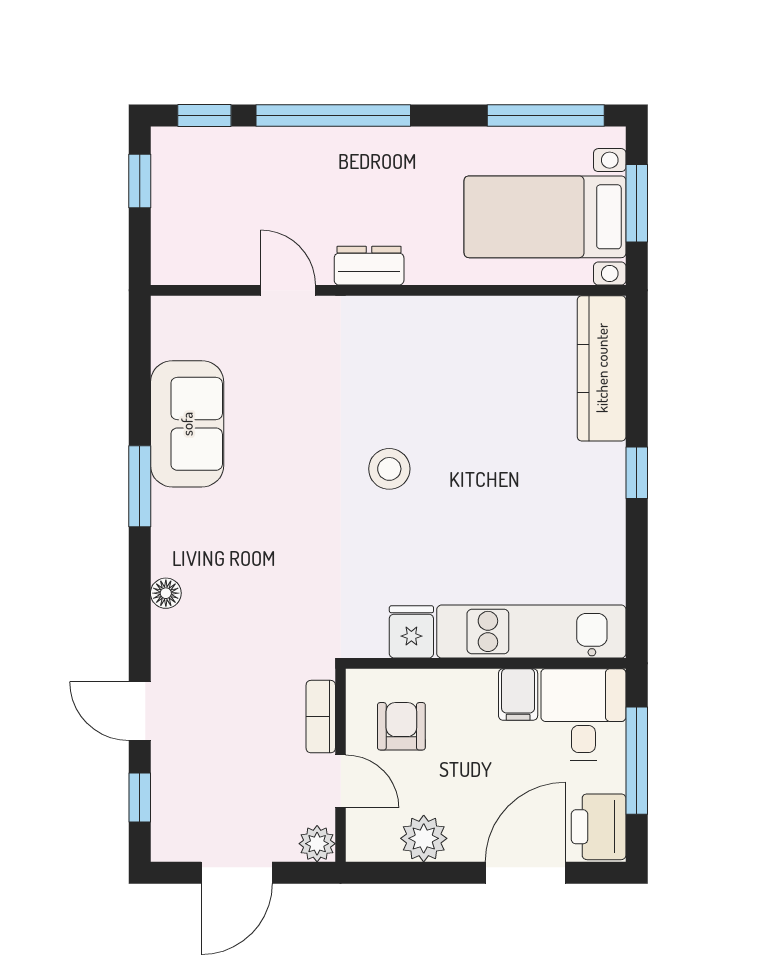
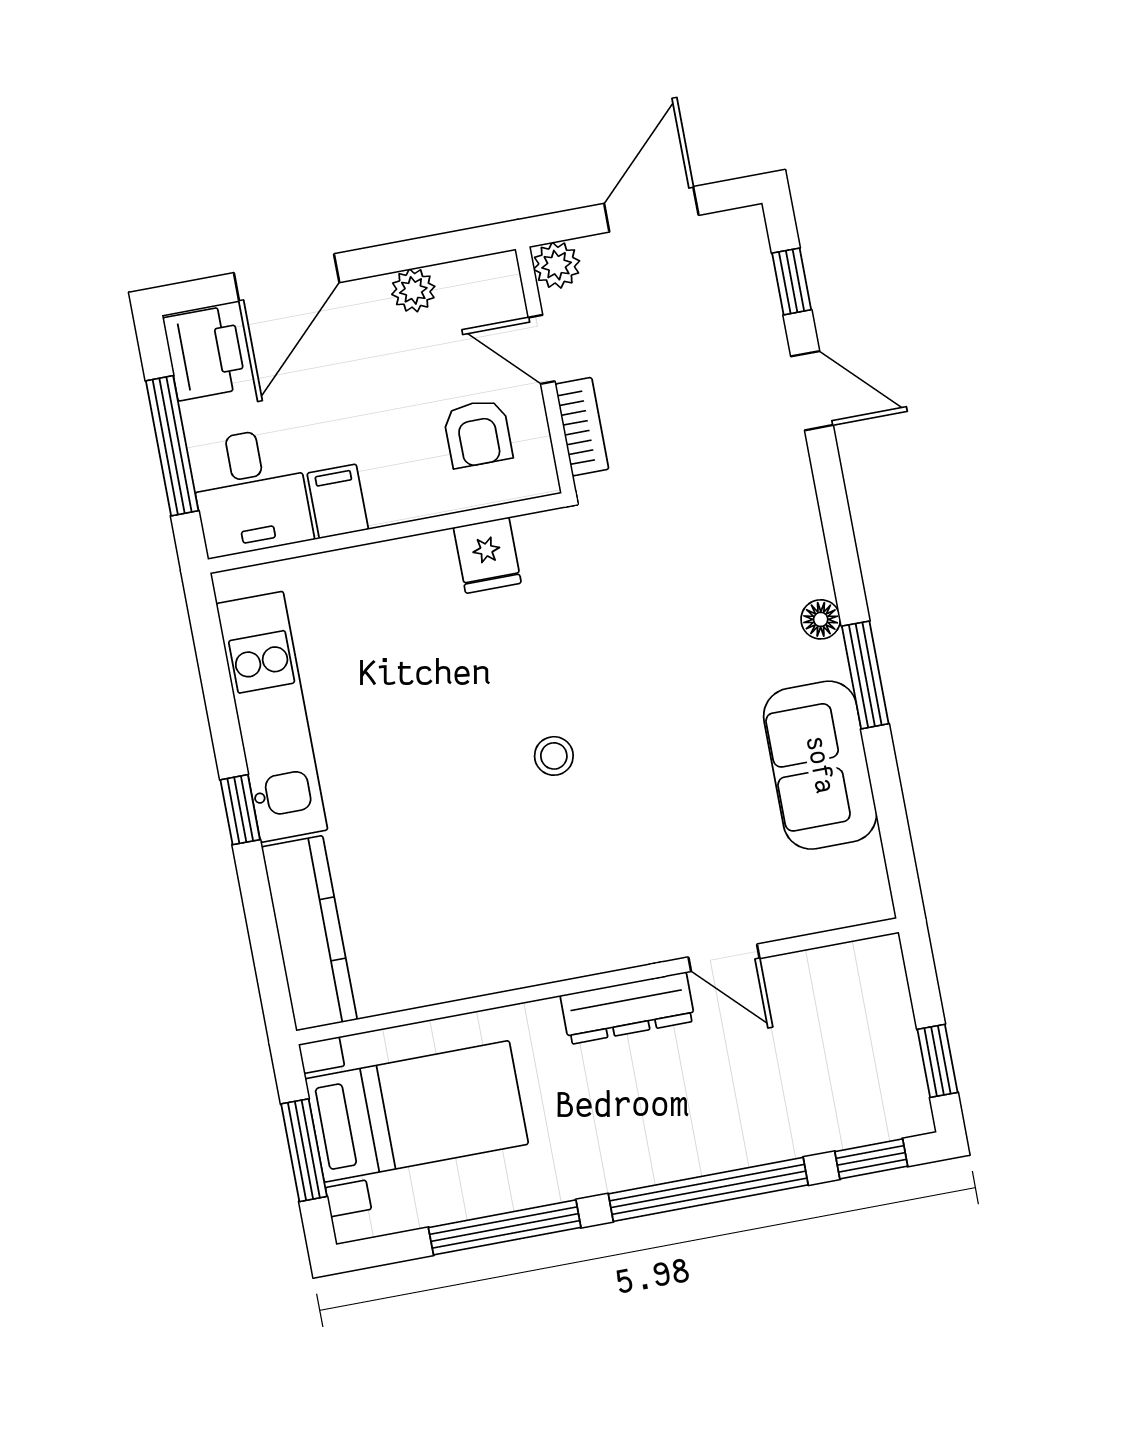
window: (546, 116) -> (505, 1227), moved
dresser: (369, 266) -> (628, 1008), width x1.44
stool: (389, 469) -> (554, 756), width x0.73, depth x0.73
floor lamp: (166, 593) -> (821, 619), moved
kitchen unit: (531, 631) -> (272, 717), moved, turned -90
plant: (424, 838) -> (413, 290), width x0.73, depth x0.73

